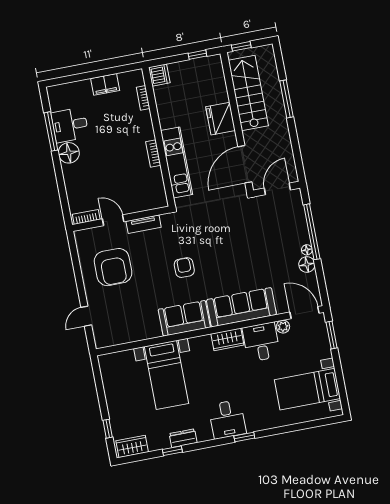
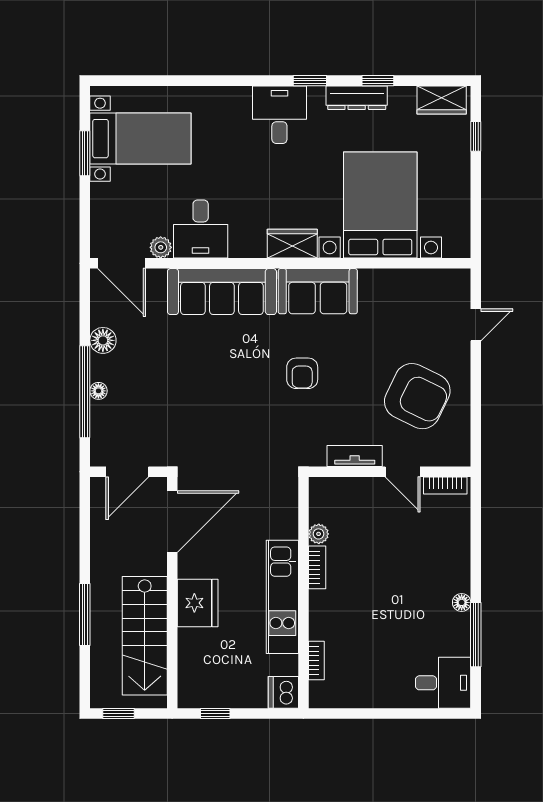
window: (241, 46) -> (119, 714), moved
filing cabinet: (105, 84) -> (374, 694), removed
desk: (70, 125) -> (443, 683), moved
floor lamp: (69, 153) -> (462, 602), width x0.53, depth x0.53
kitchen unit: (177, 162) -> (282, 597), moved
plant: (156, 174) -> (319, 534), added
floor lamp: (307, 250) -> (98, 391), moved
armchair: (113, 267) -> (417, 396), turned 116
window: (332, 335) -> (85, 153), moved
wardrobe: (227, 339) -> (292, 244), moved
bed with nightstands: (166, 375) -> (380, 205), width x1.36
window: (244, 437) -> (310, 81), moved
dresser: (183, 438) -> (357, 98), width x1.44

